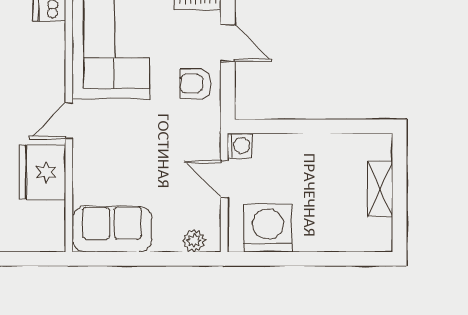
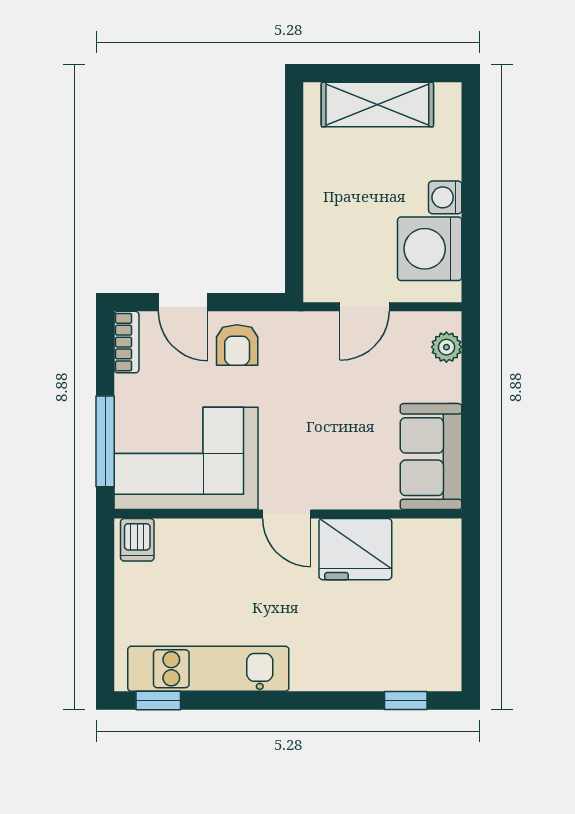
door: (228, 43) -> (183, 302), swing flipped
washing machine: (240, 146) -> (445, 197), moved, turned -90
shelving: (380, 189) -> (377, 105), width x1.50, depth x1.33

